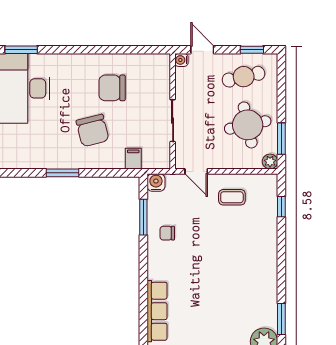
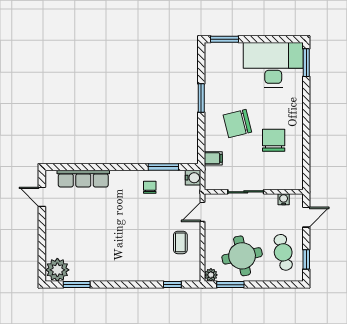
water cooler: (181, 60) -> (284, 199), moved

